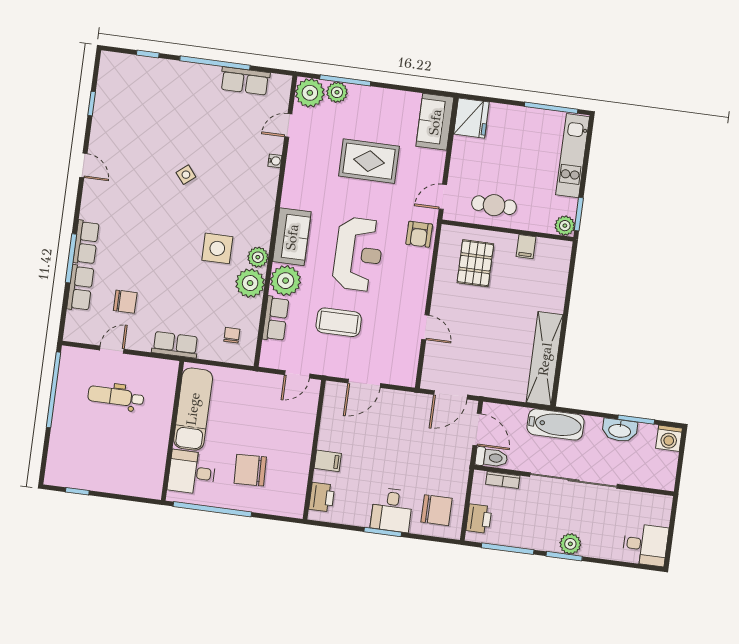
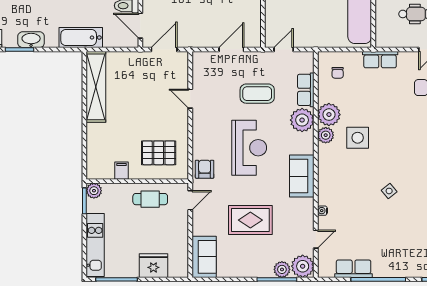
fridge: (471, 118) -> (153, 266), moved, turned 90
sofa: (292, 237) -> (302, 176), moved
reception desk: (358, 254) -> (249, 148), turned 180
pallet: (475, 263) -> (159, 153), turned 90

